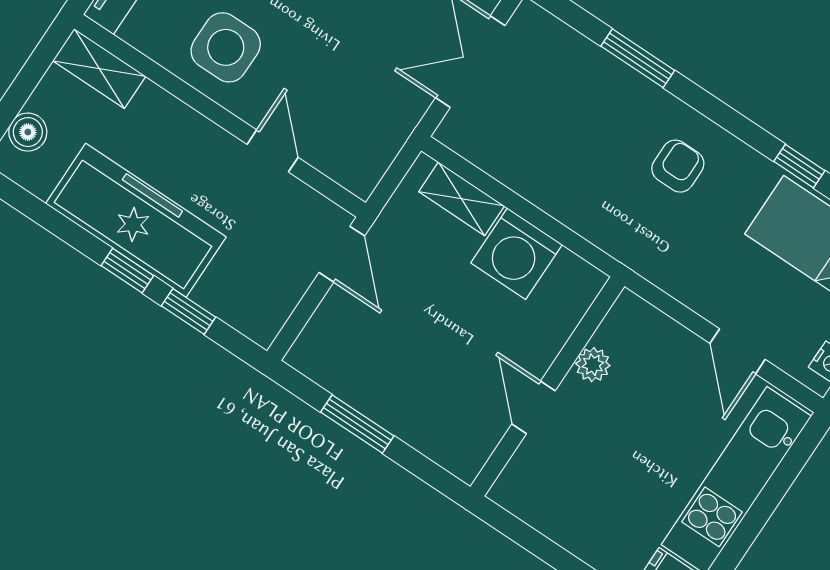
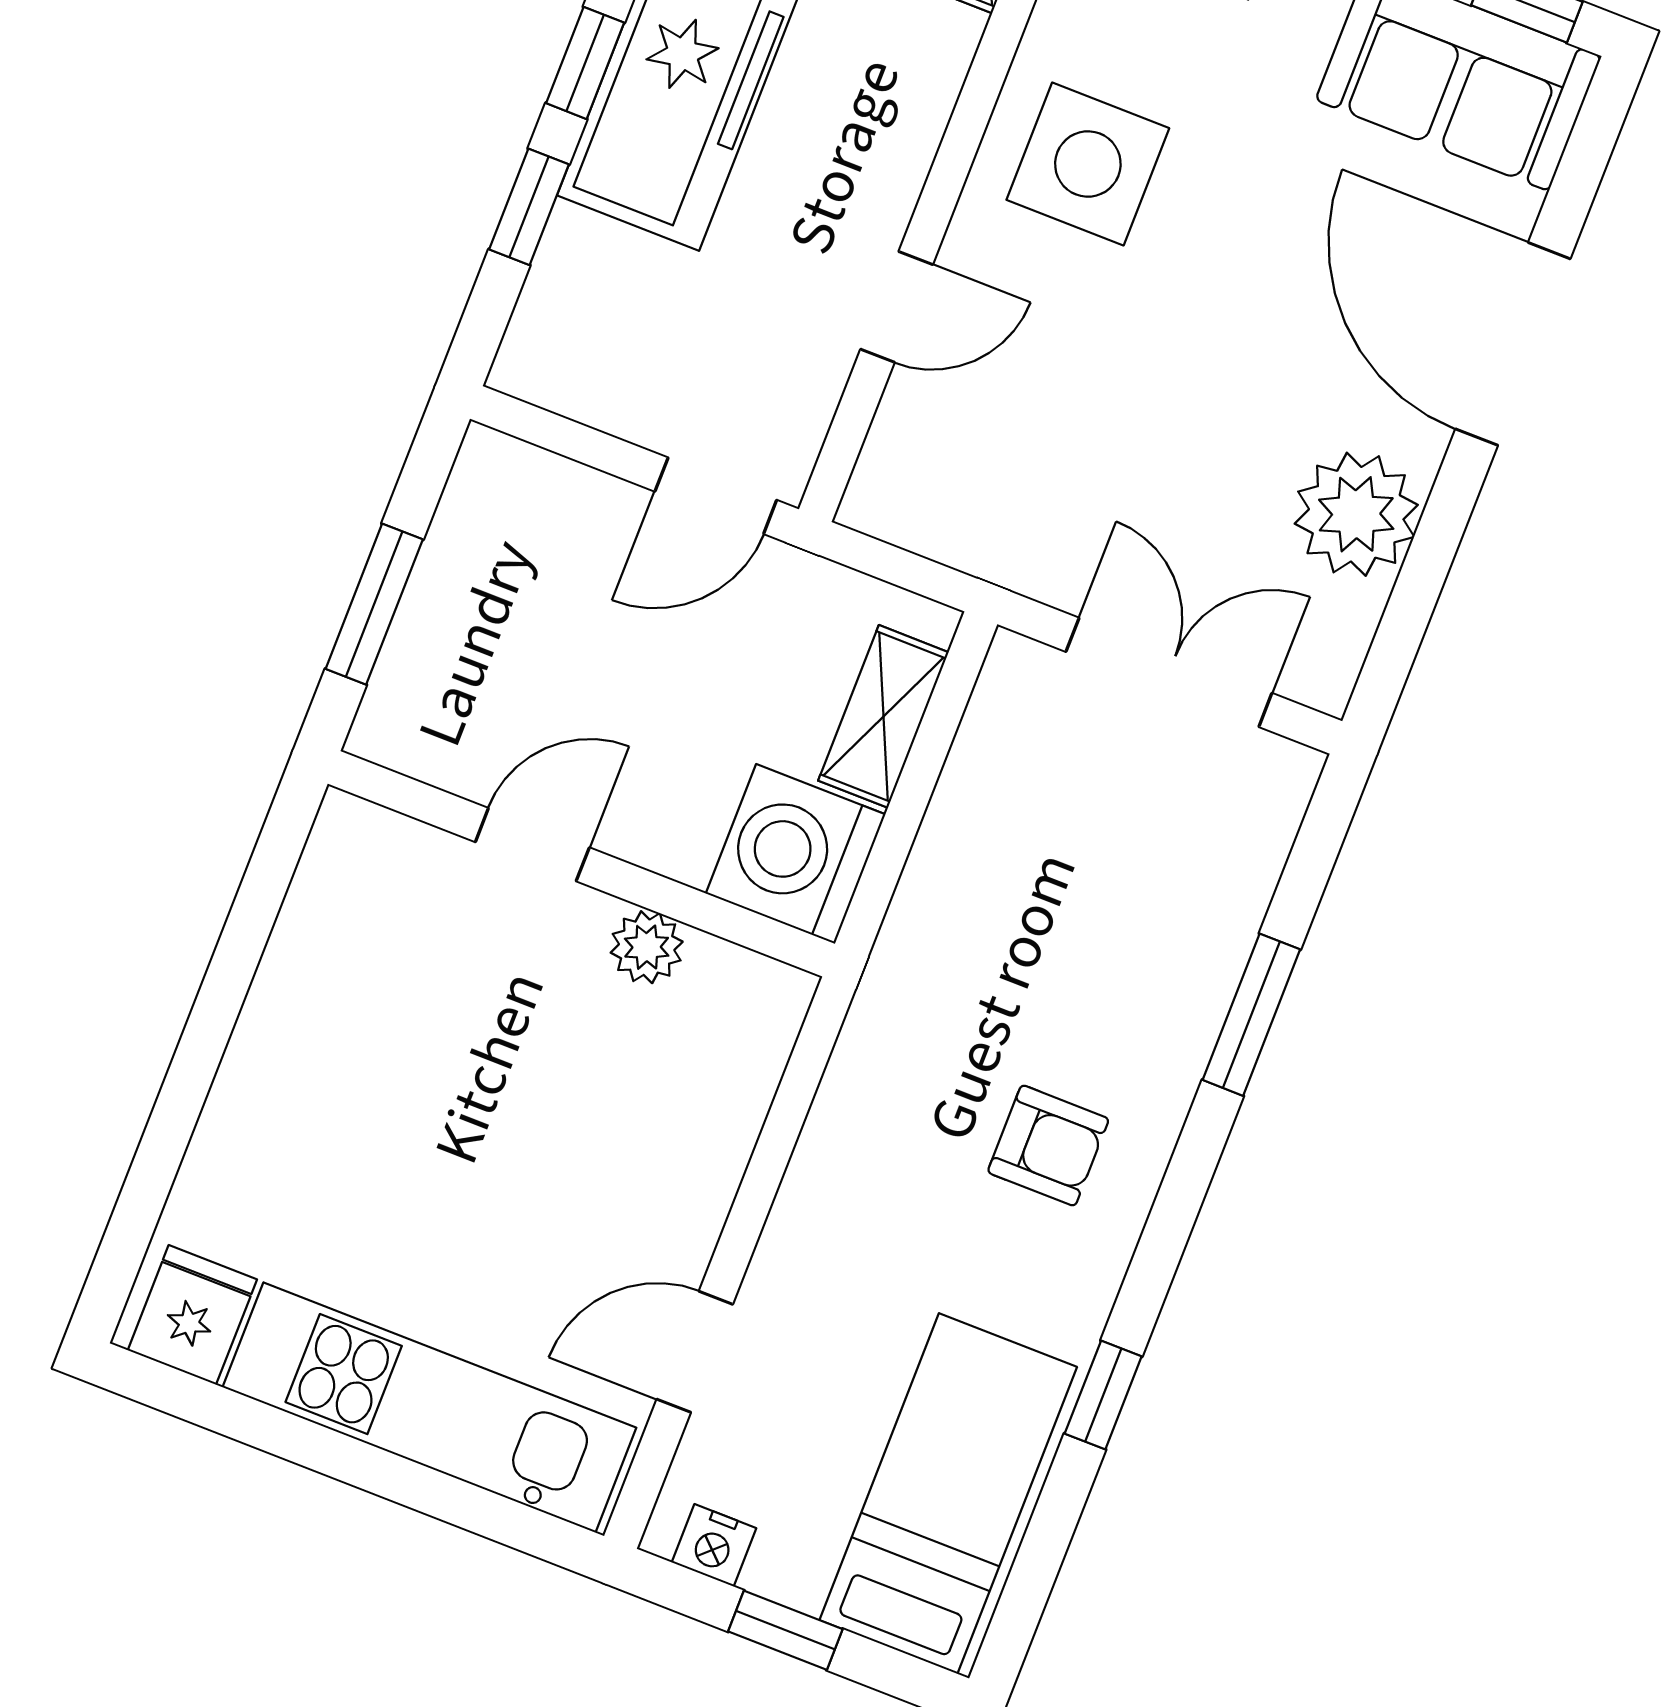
plant: (593, 365) -> (647, 947), moved
wall: (547, 386) -> (581, 864), moved
door: (534, 407) -> (532, 845), moved

